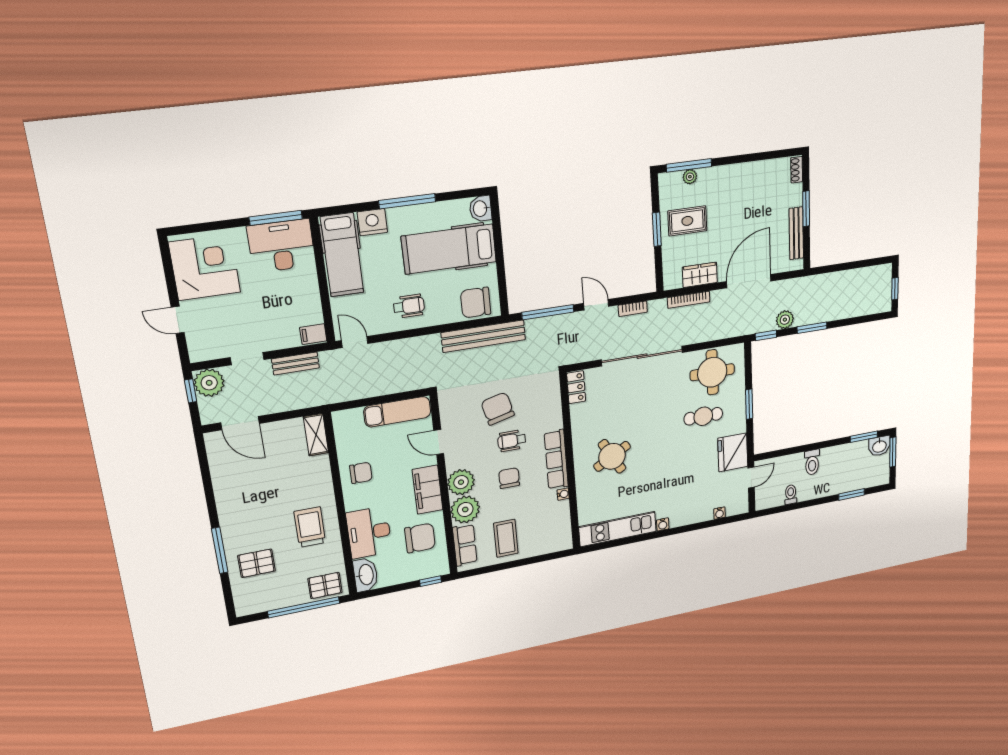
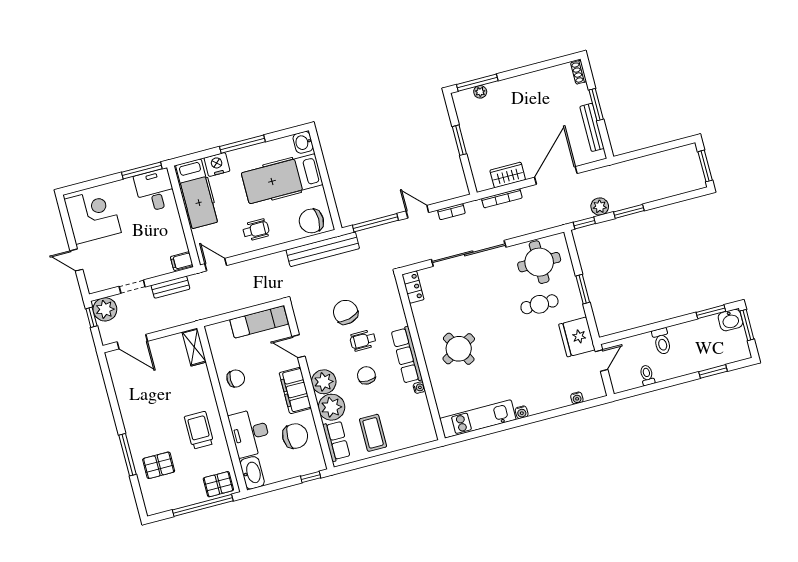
rug: (687, 221) -> (486, 130), removed
desk: (281, 246) -> (155, 190), width x0.73
window: (895, 289) -> (705, 166), width x1.50

